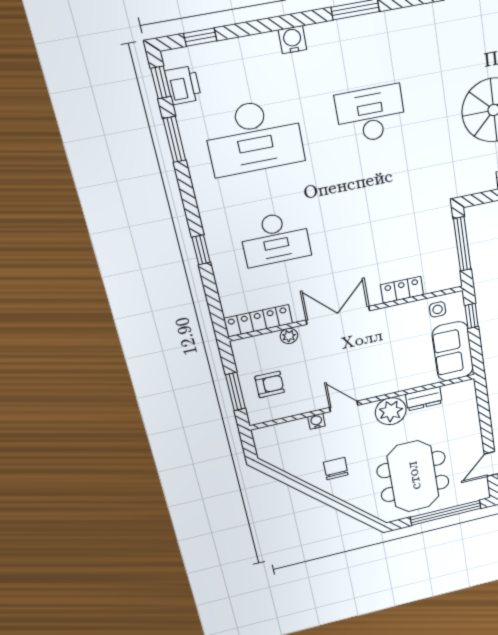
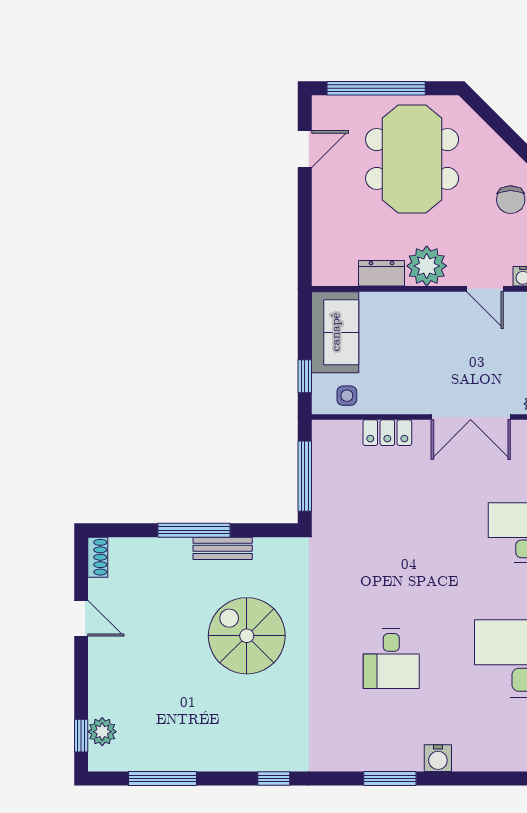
water cooler: (292, 40) -> (438, 758), moved
desk: (371, 114) -> (391, 659), width x0.73

